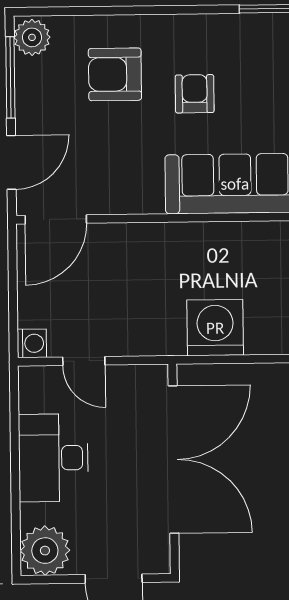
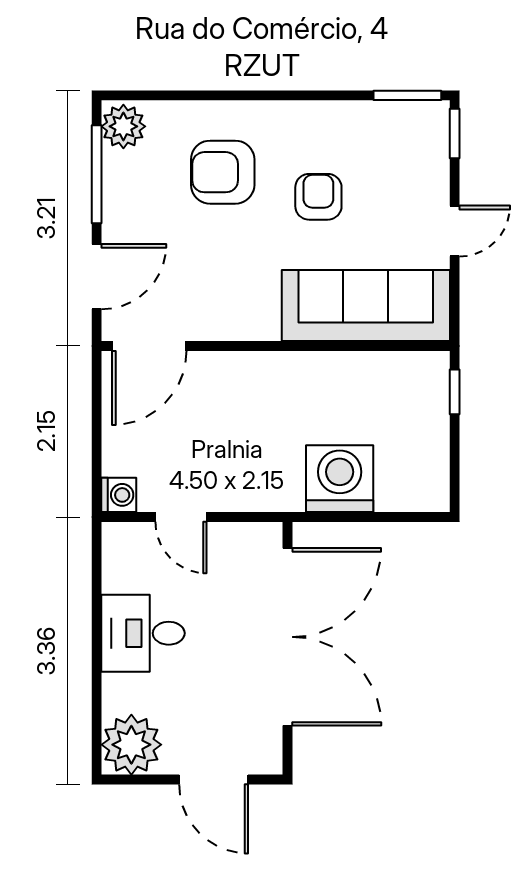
desk: (53, 458) -> (143, 633), width x0.73

